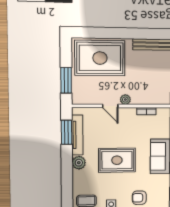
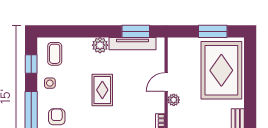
window: (66, 80) -> (213, 31), moved
rug: (117, 160) -> (102, 90), width x0.73, depth x0.70

